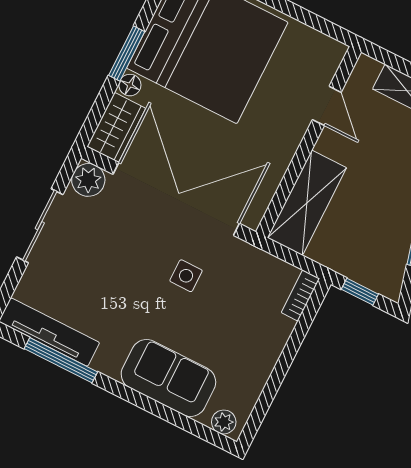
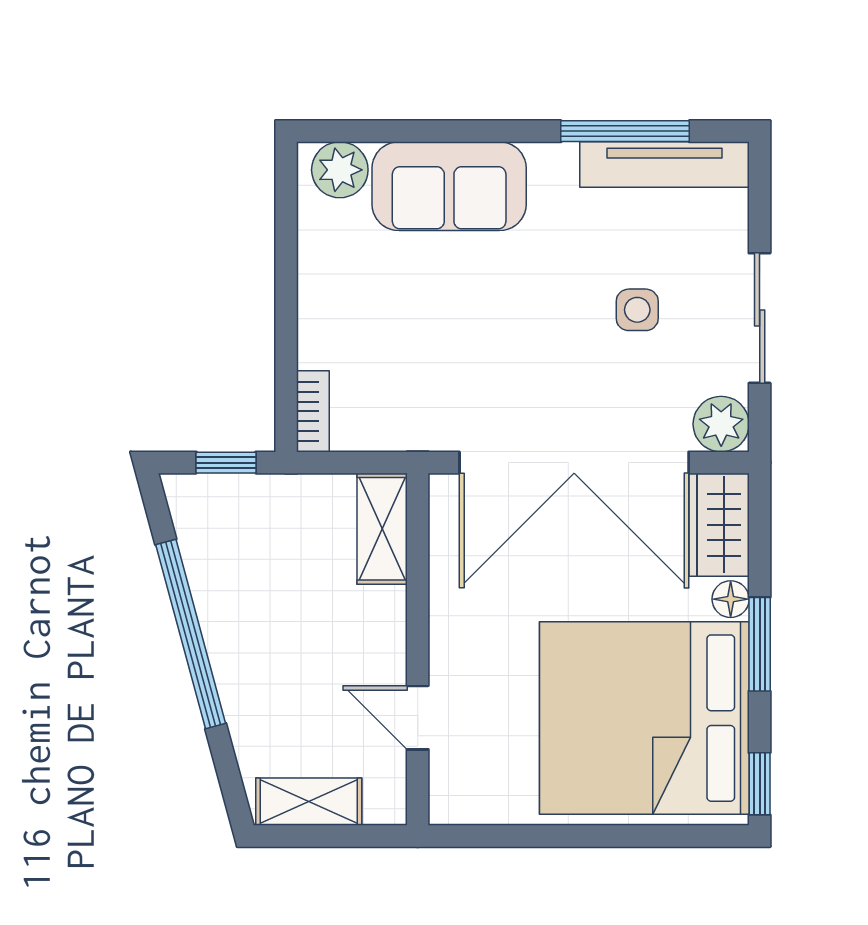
shelving: (307, 203) -> (382, 529), width x0.67, depth x0.75
side table: (186, 276) -> (637, 310), moved
plant: (224, 422) -> (340, 170), width x1.38, depth x1.38

